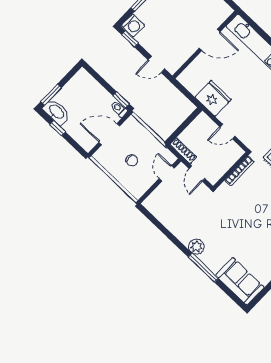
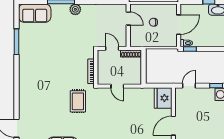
fridge: (213, 98) -> (163, 98), moved, turned 90
door: (228, 132) -> (117, 86), swing flipped
door: (167, 173) -> (128, 18), moved

